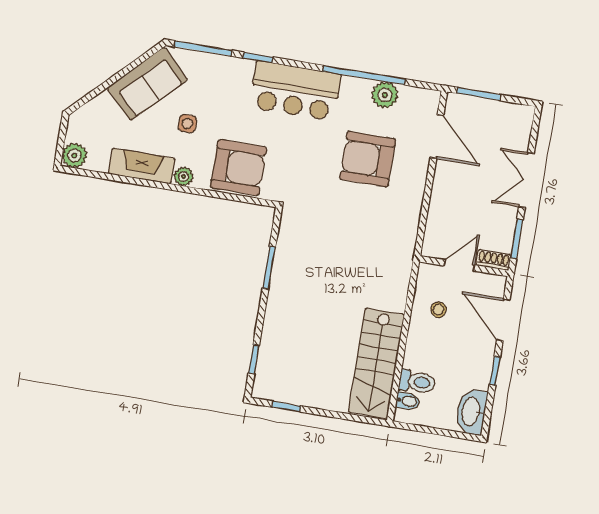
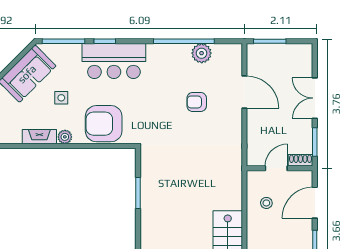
bar counter: (295, 91) -> (114, 61), moved
door: (437, 137) -> (244, 92), moved
armchair: (368, 159) -> (197, 102), width x0.53, depth x0.53
fireplace: (142, 166) -> (39, 137), width x0.73, depth x0.76
armchair: (238, 167) -> (104, 124), turned 180
door: (503, 320) -> (315, 203), hinge flipped

